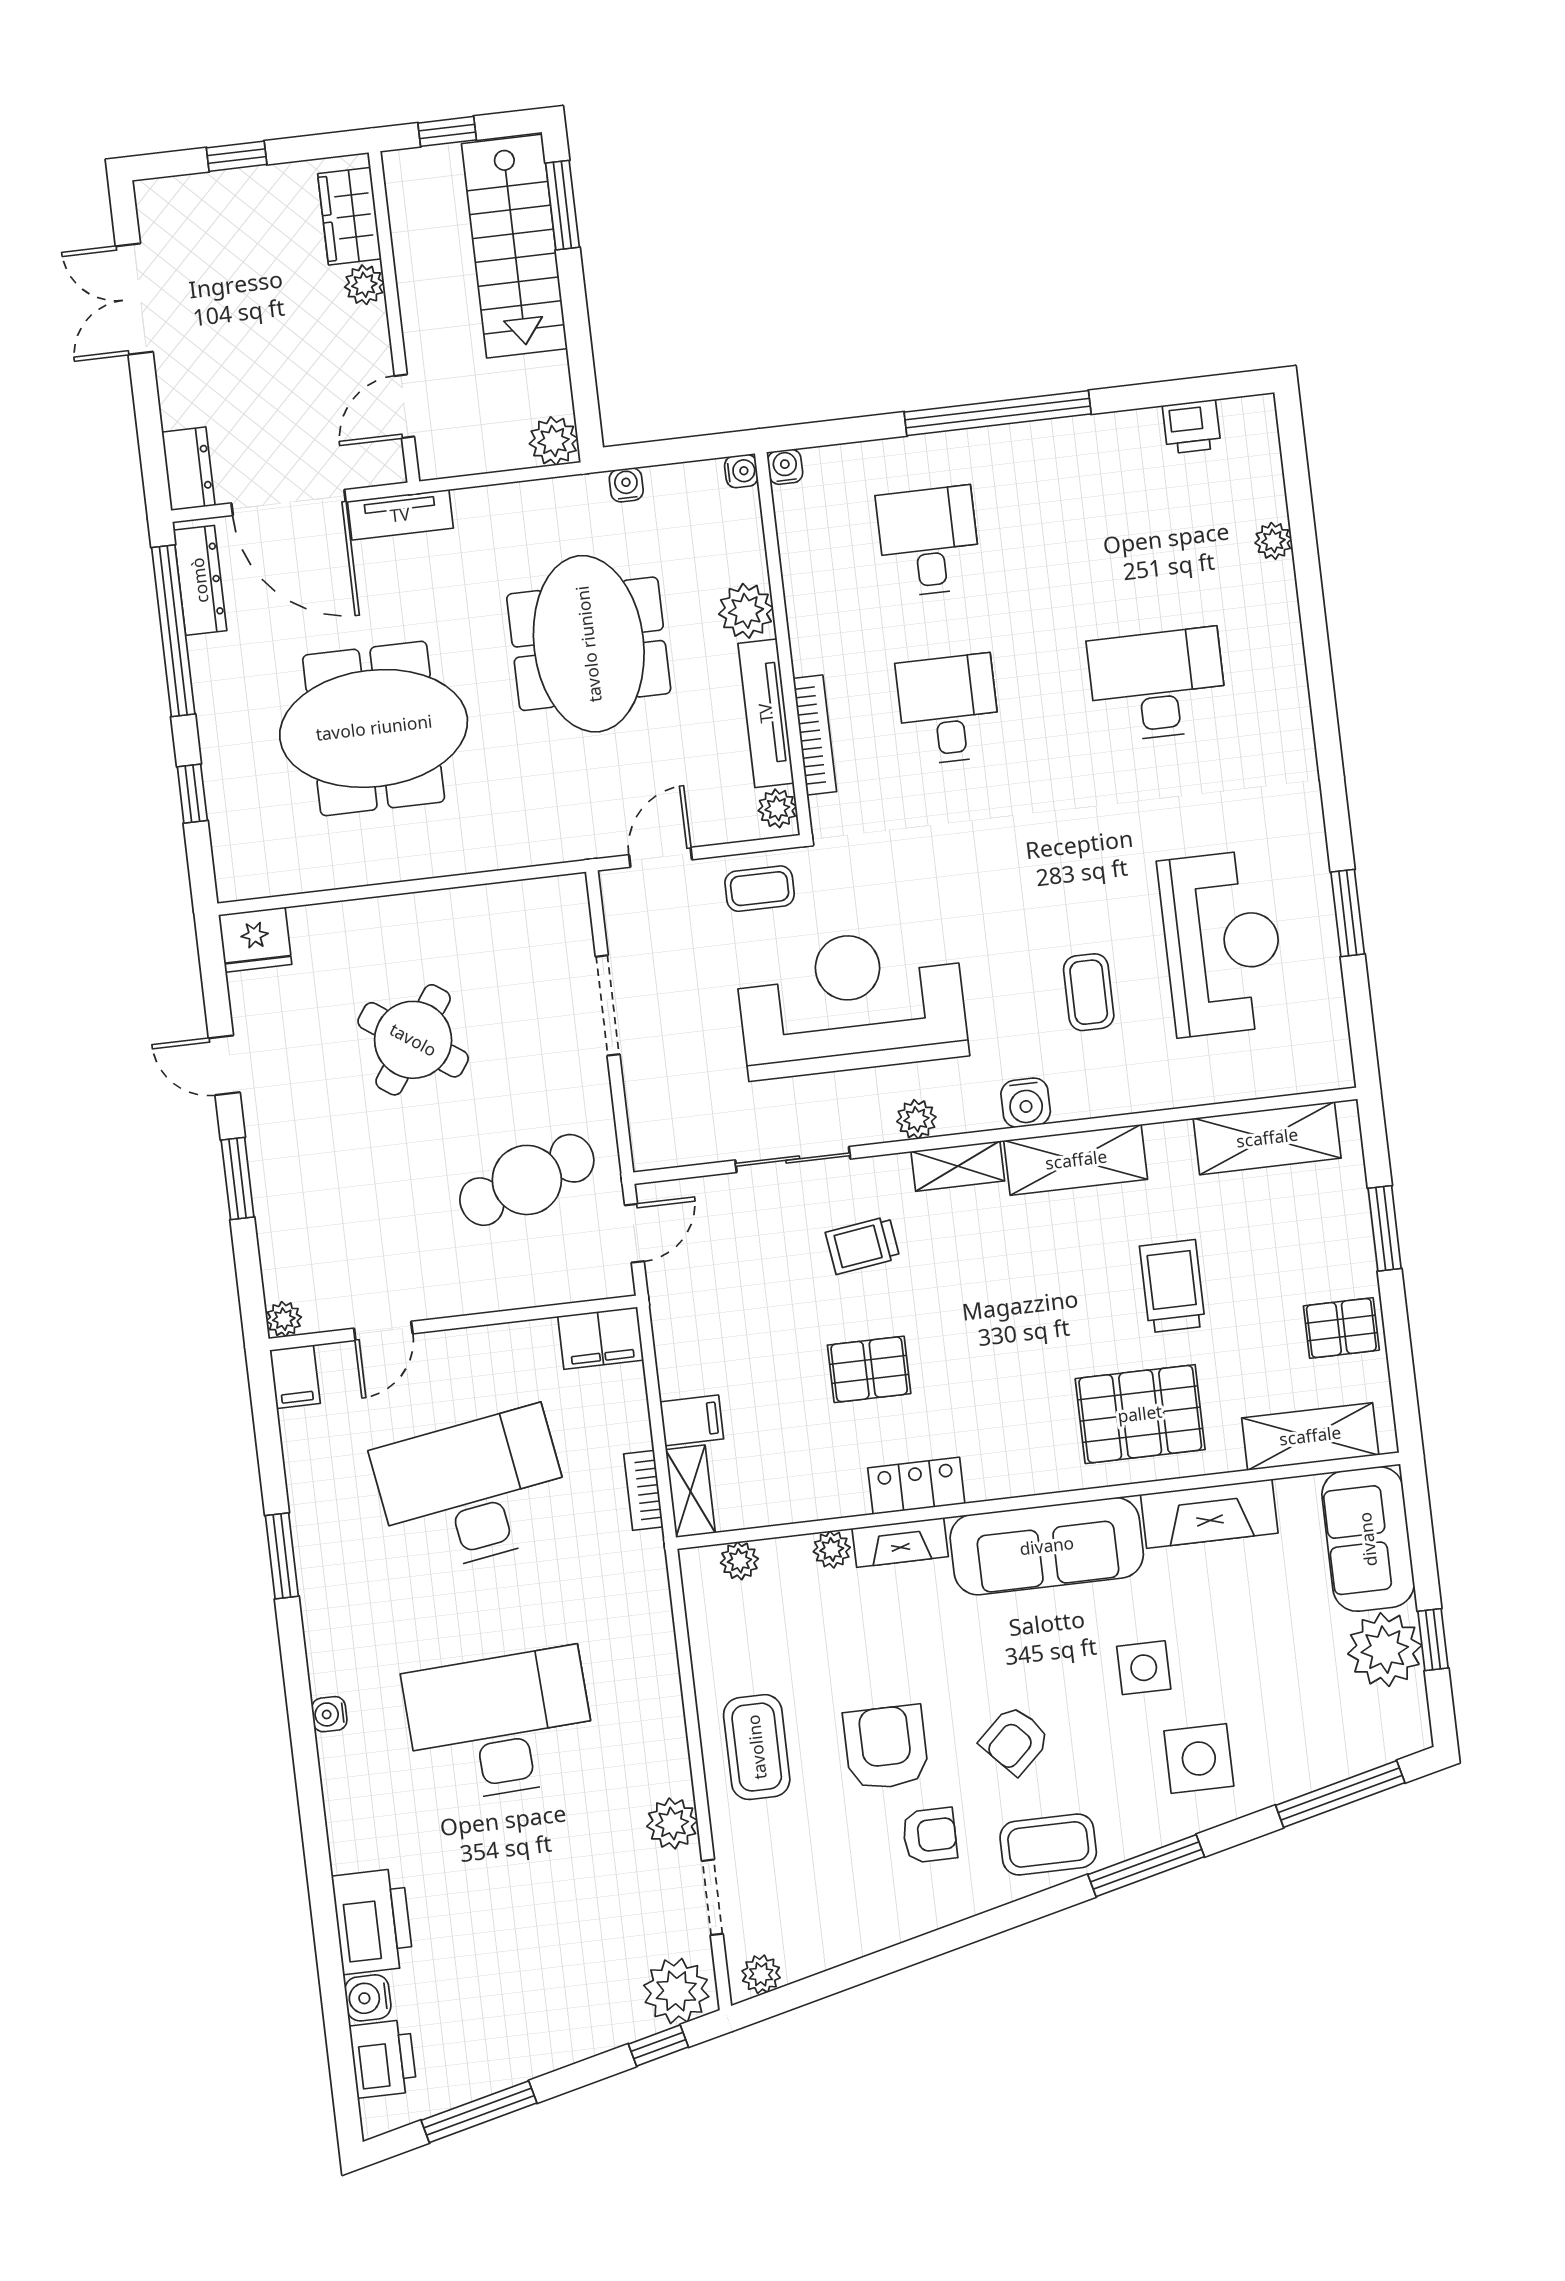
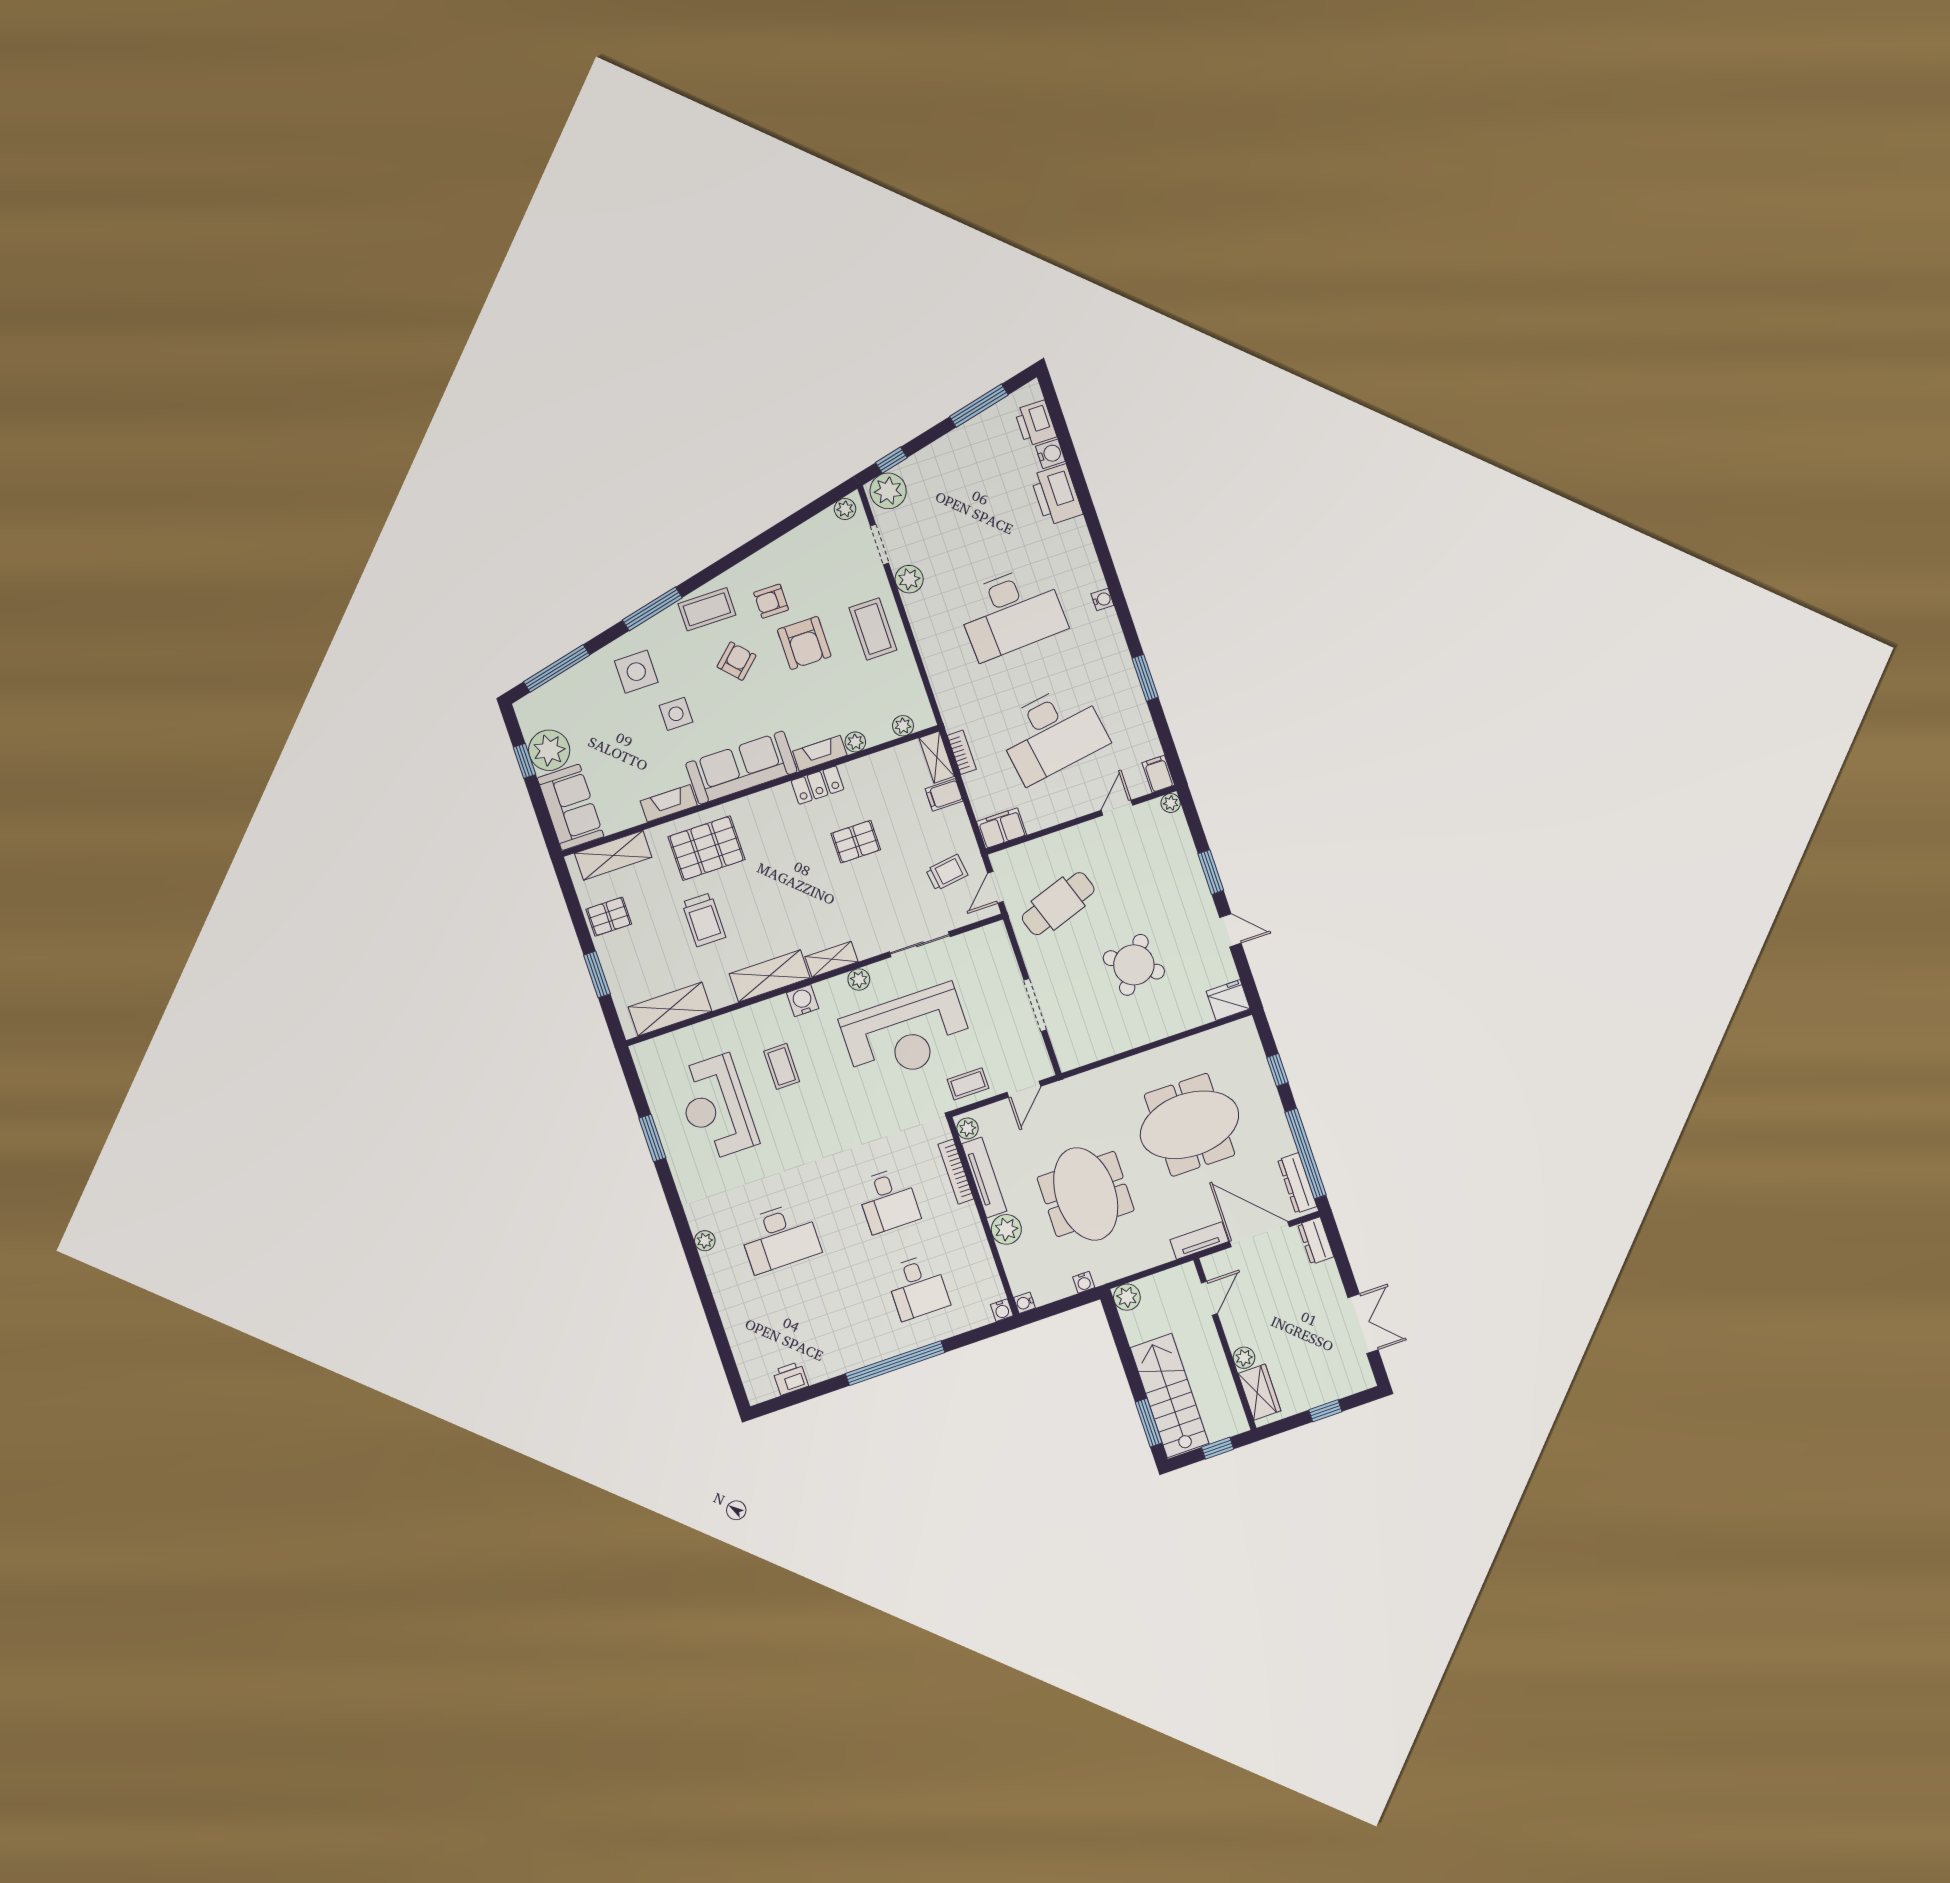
plant: (1273, 541) -> (705, 1241), moved
trolley: (863, 1245) -> (947, 873), moved
fireplace: (1209, 1514) -> (669, 803), width x0.73, depth x0.76

